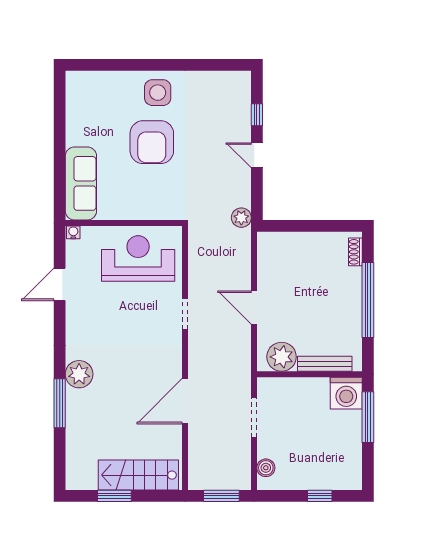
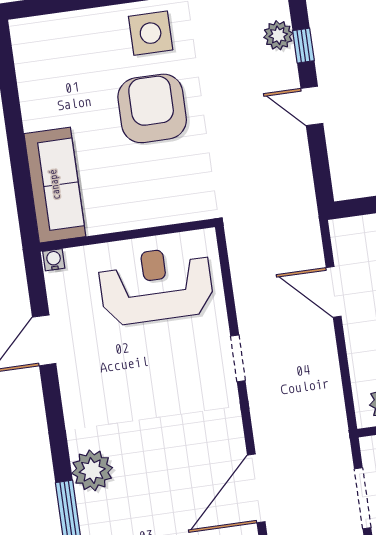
armchair: (152, 142) -> (152, 108), turned 180
plant: (241, 218) -> (278, 35), moved
door: (254, 308) -> (334, 292), moved

